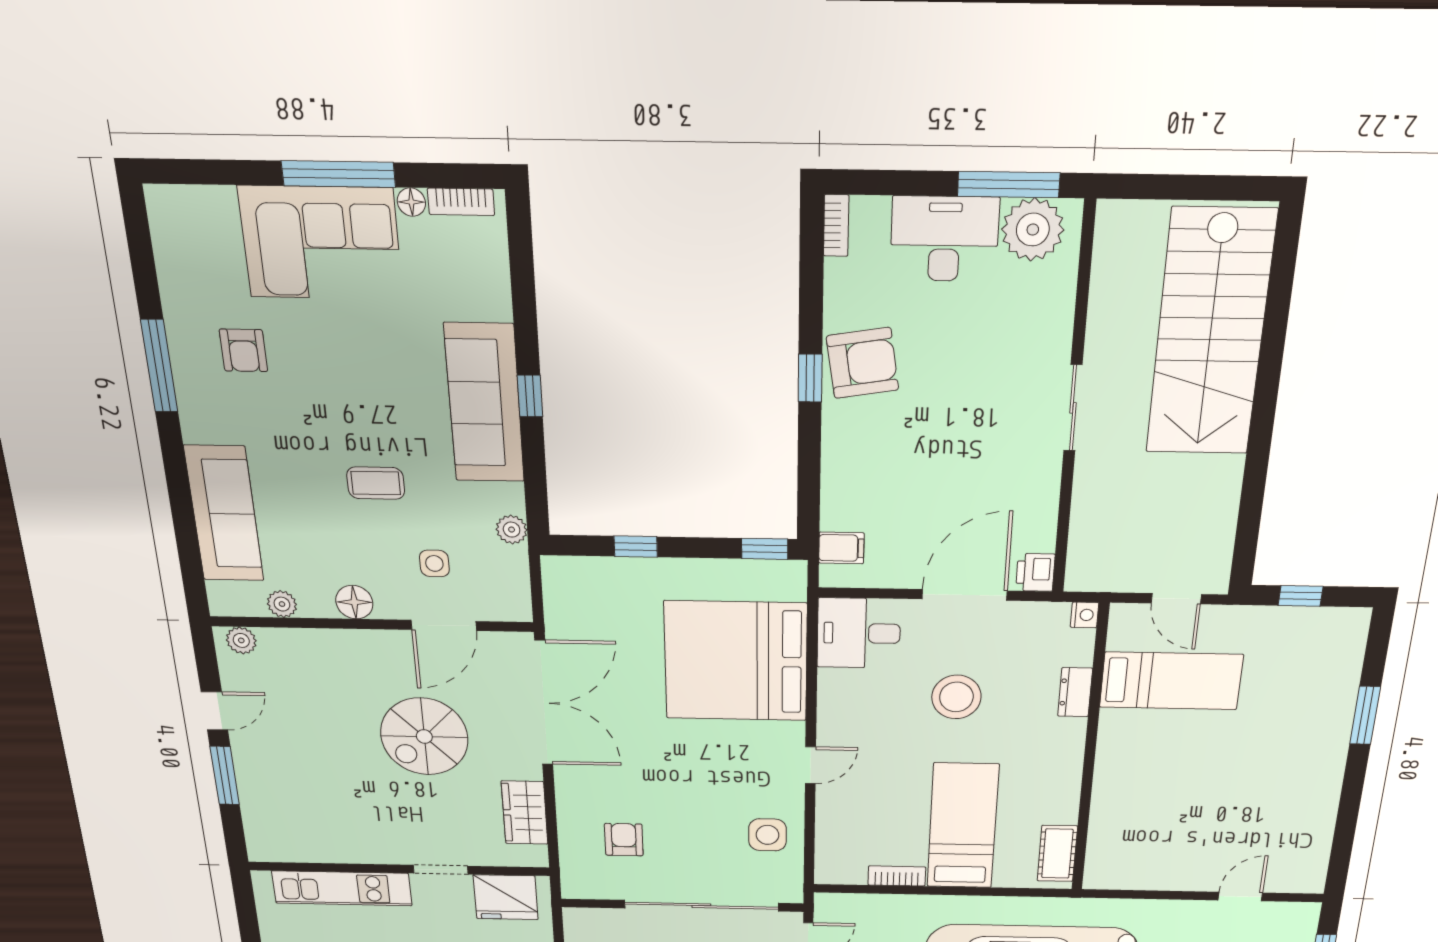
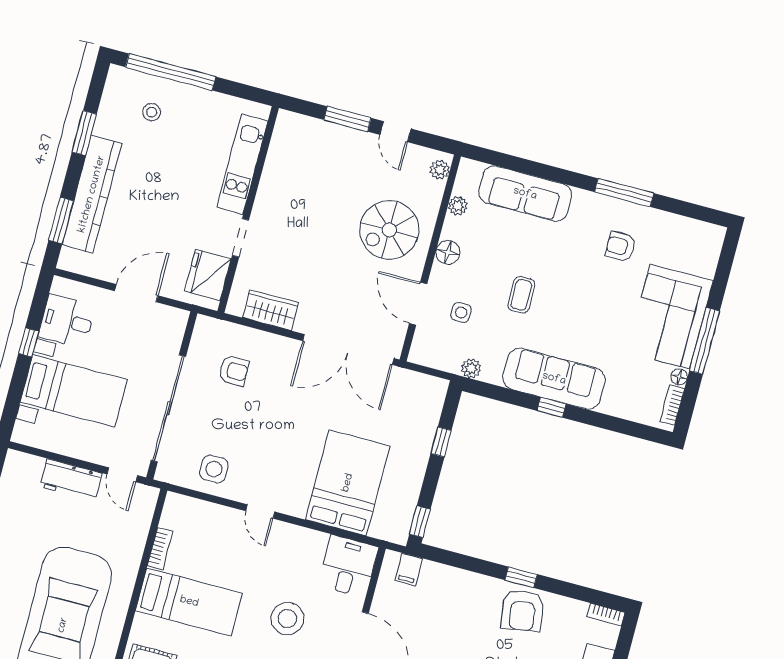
bed: (736, 661) -> (348, 483), width x0.73
spiral stairs: (424, 737) -> (389, 230), moved, turned -90

